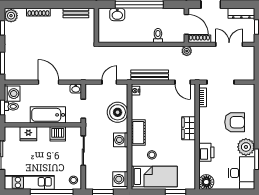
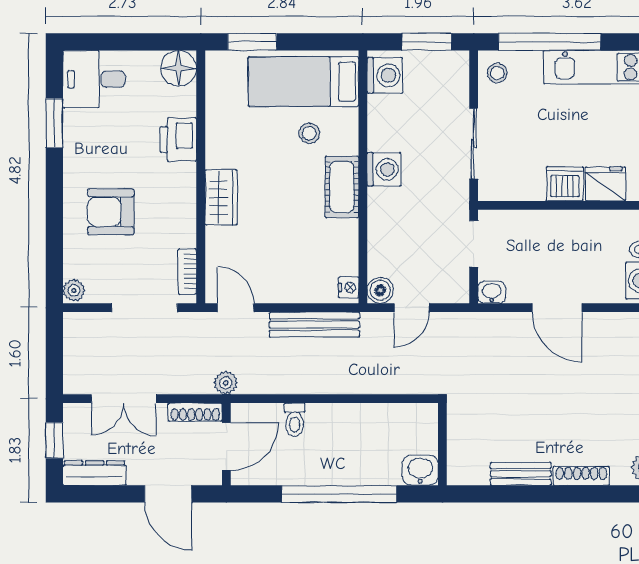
bench: (76, 13) -> (521, 474), moved
washbasin: (117, 14) -> (420, 470), moved
door: (186, 24) -> (226, 447), swing flipped
boiler: (118, 112) -> (380, 290), moved, width x0.54, depth x0.54
bathtub: (48, 115) -> (558, 229), removed
dishwasher: (58, 134) -> (565, 184), moved
plant: (246, 147) -> (74, 290), moved, width x0.53, depth x0.53
desk: (242, 173) -> (94, 79), width x0.73

